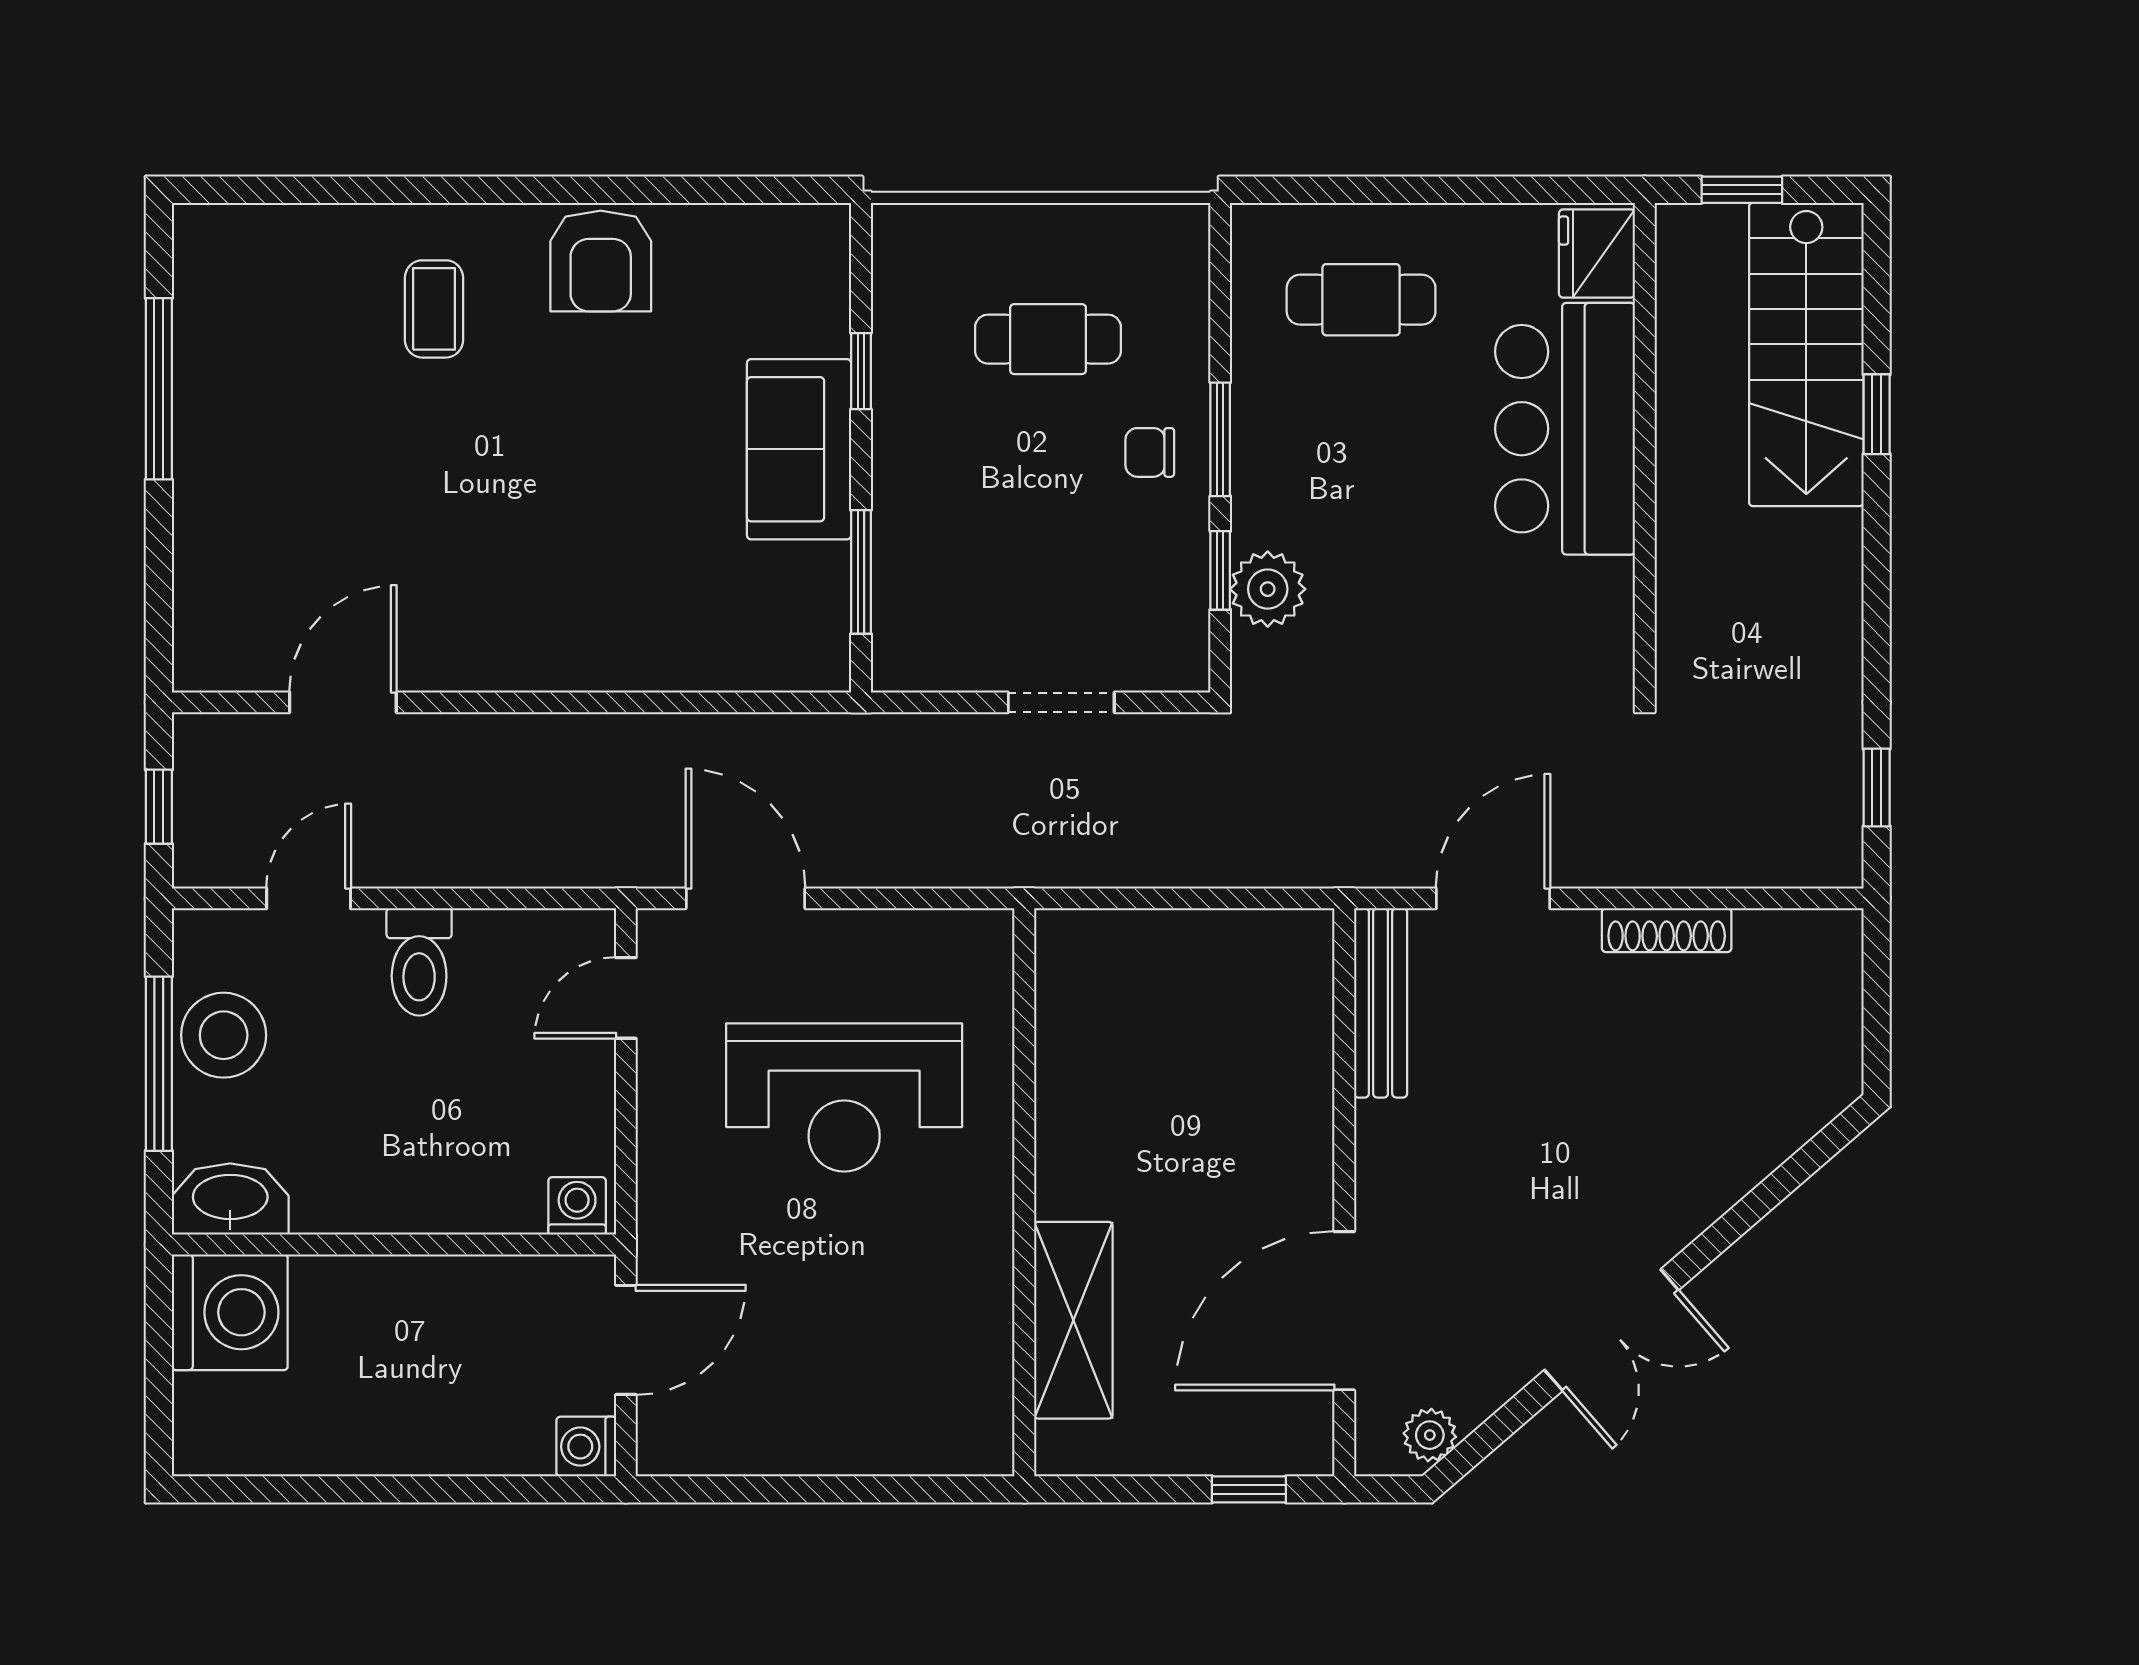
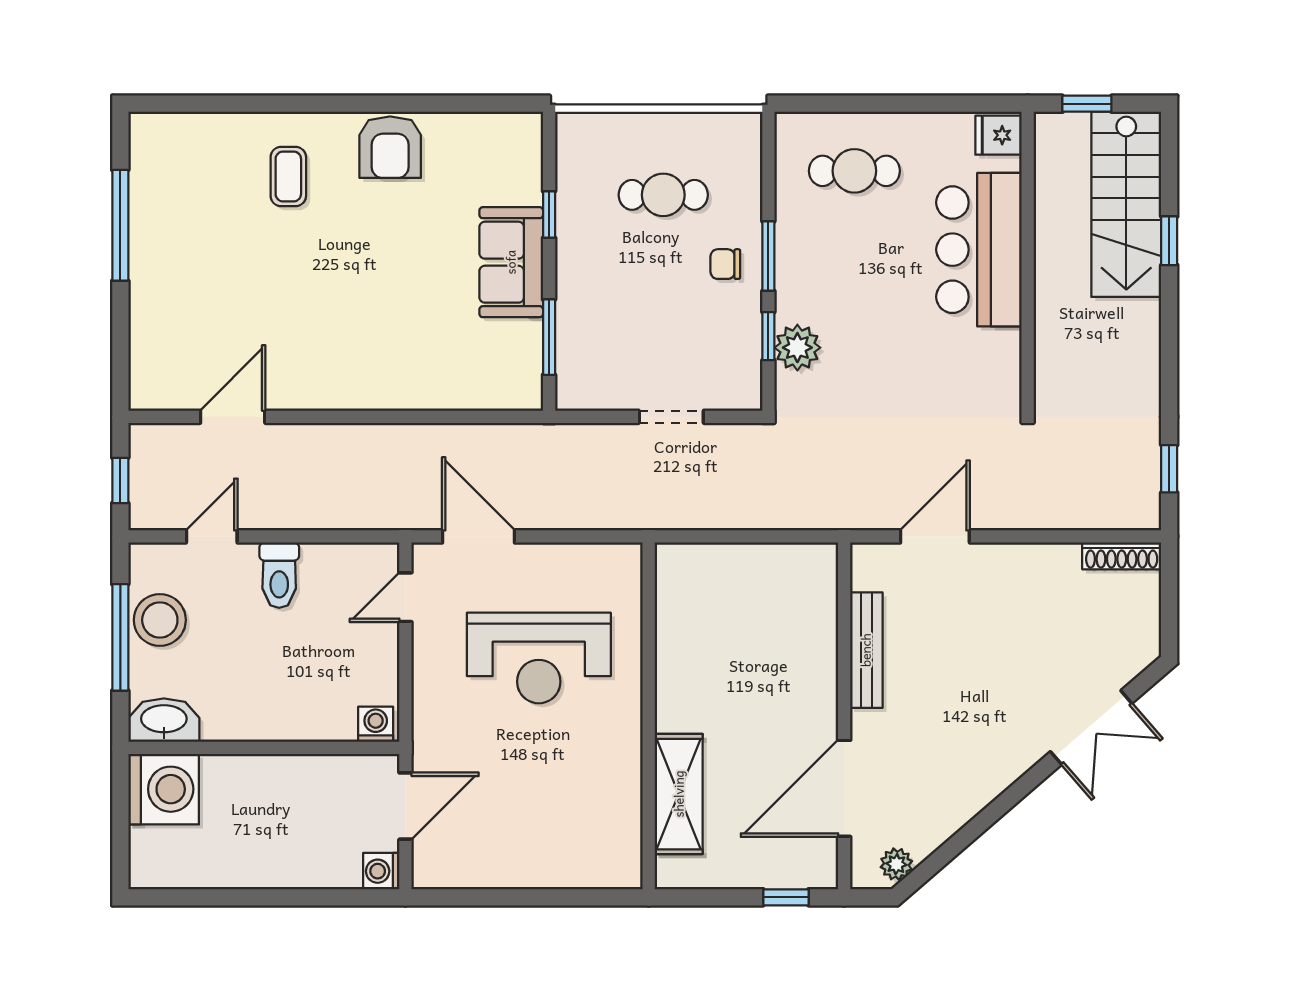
fridge: (1597, 254) -> (998, 135), width x0.72
shoe rack: (1667, 930) -> (1122, 556), moved
bench: (1381, 1003) -> (866, 650), moved
double door: (1612, 1330) -> (1091, 728), moved

